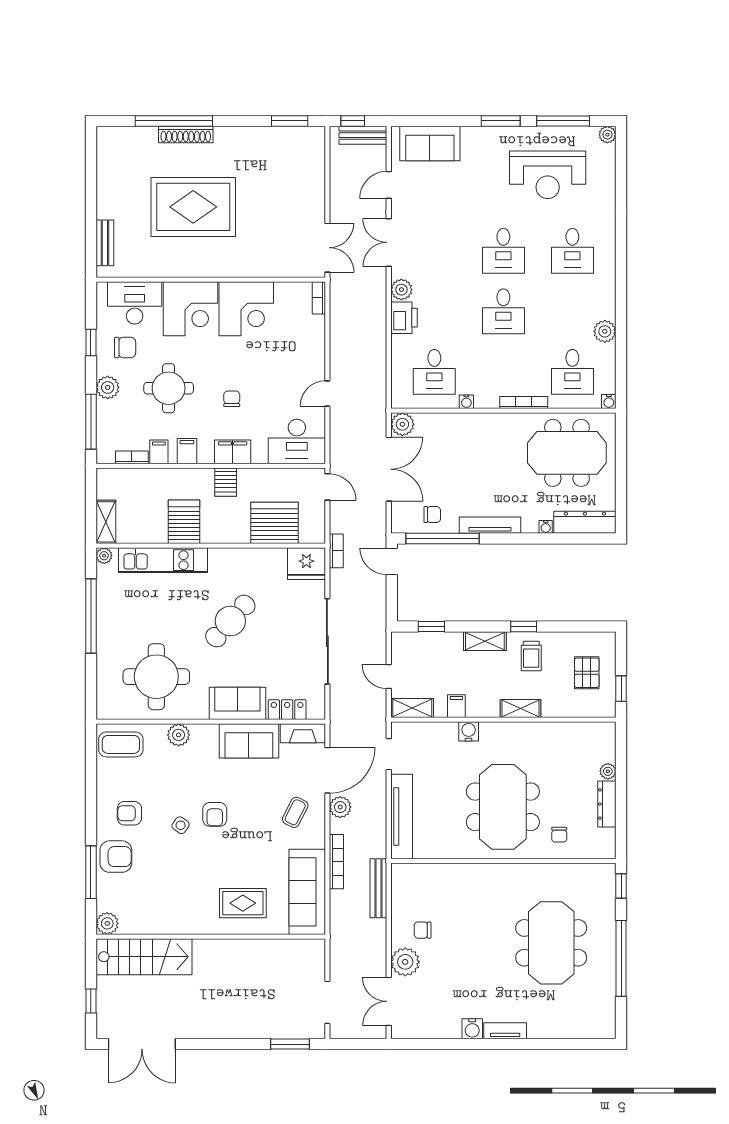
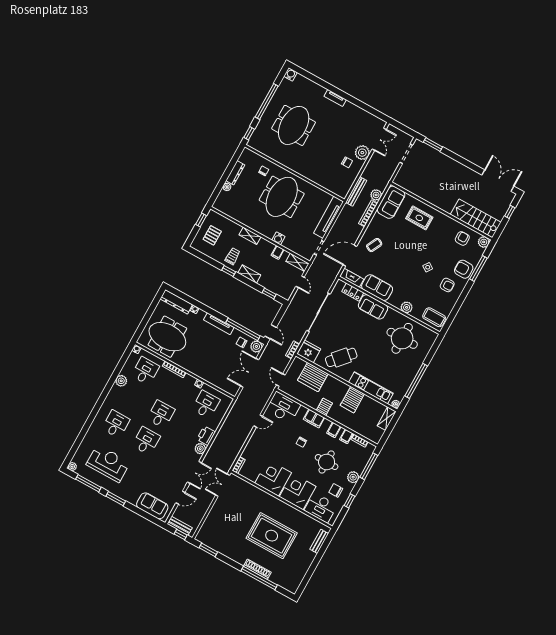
plant: (402, 424) -> (256, 346), moved
cafe table: (230, 621) -> (341, 357), moved
plant: (340, 807) -> (376, 195), moved
armchair: (215, 814) -> (462, 238), moved
sofa: (307, 892) -> (391, 202), width x0.73
water cooler: (472, 1029) -> (290, 74), moved

